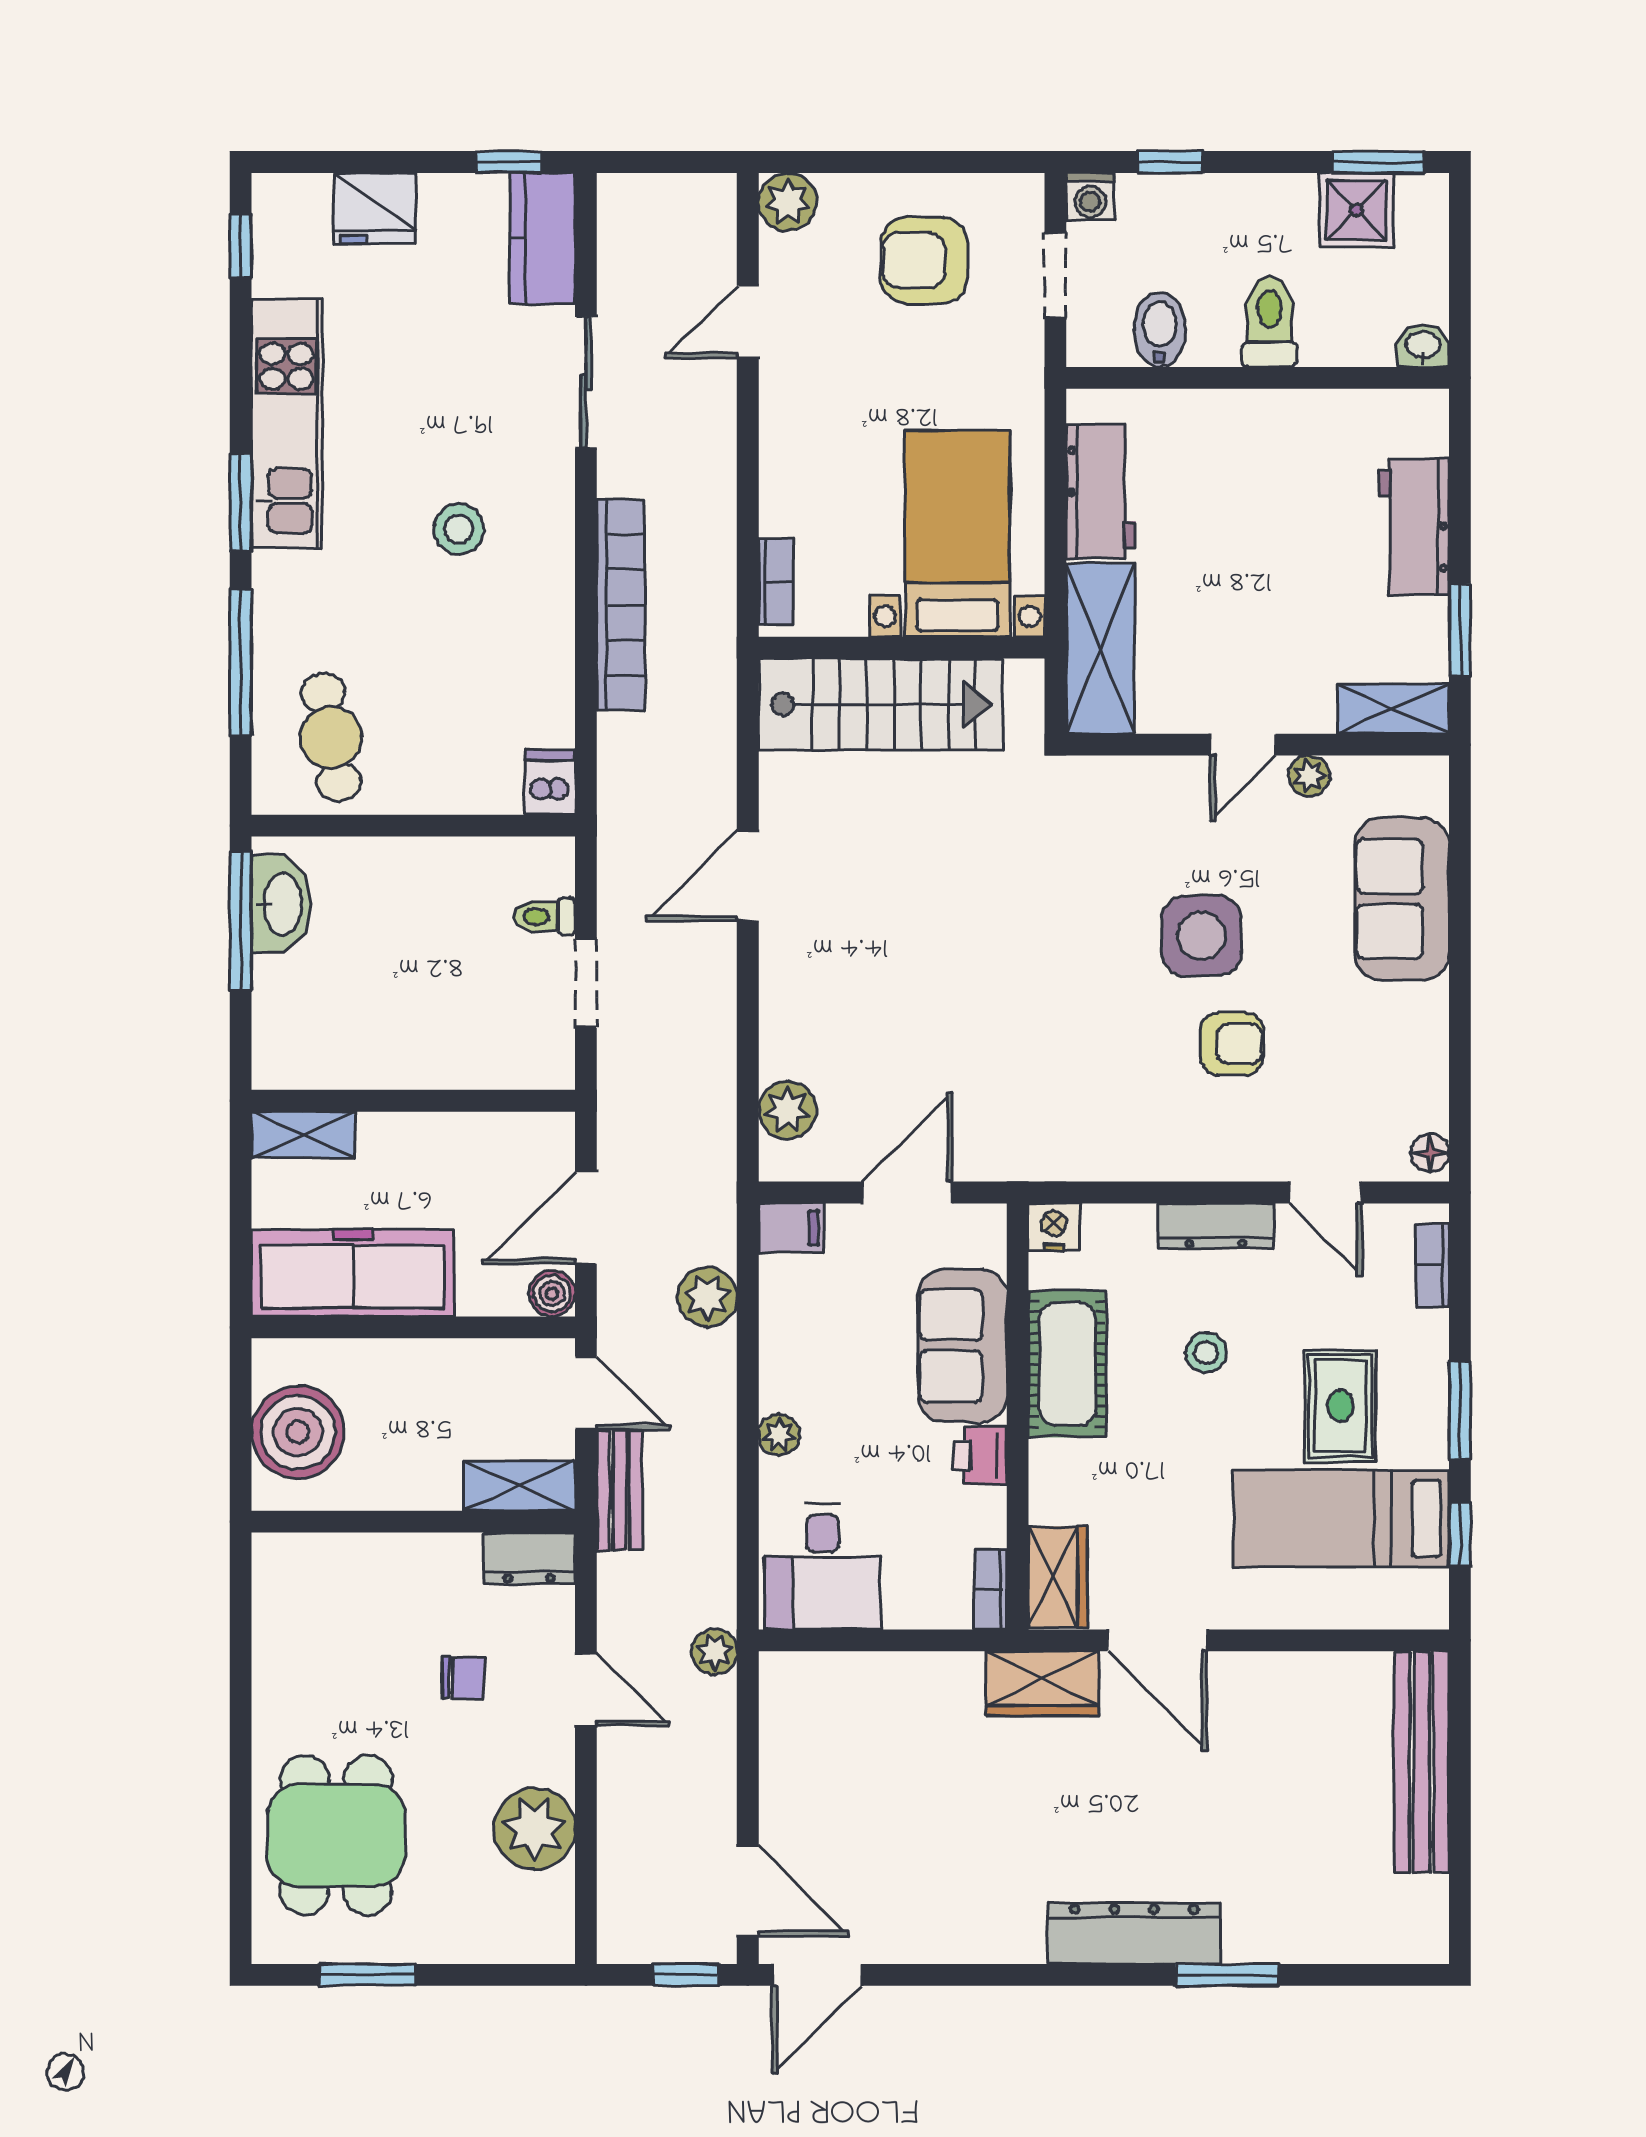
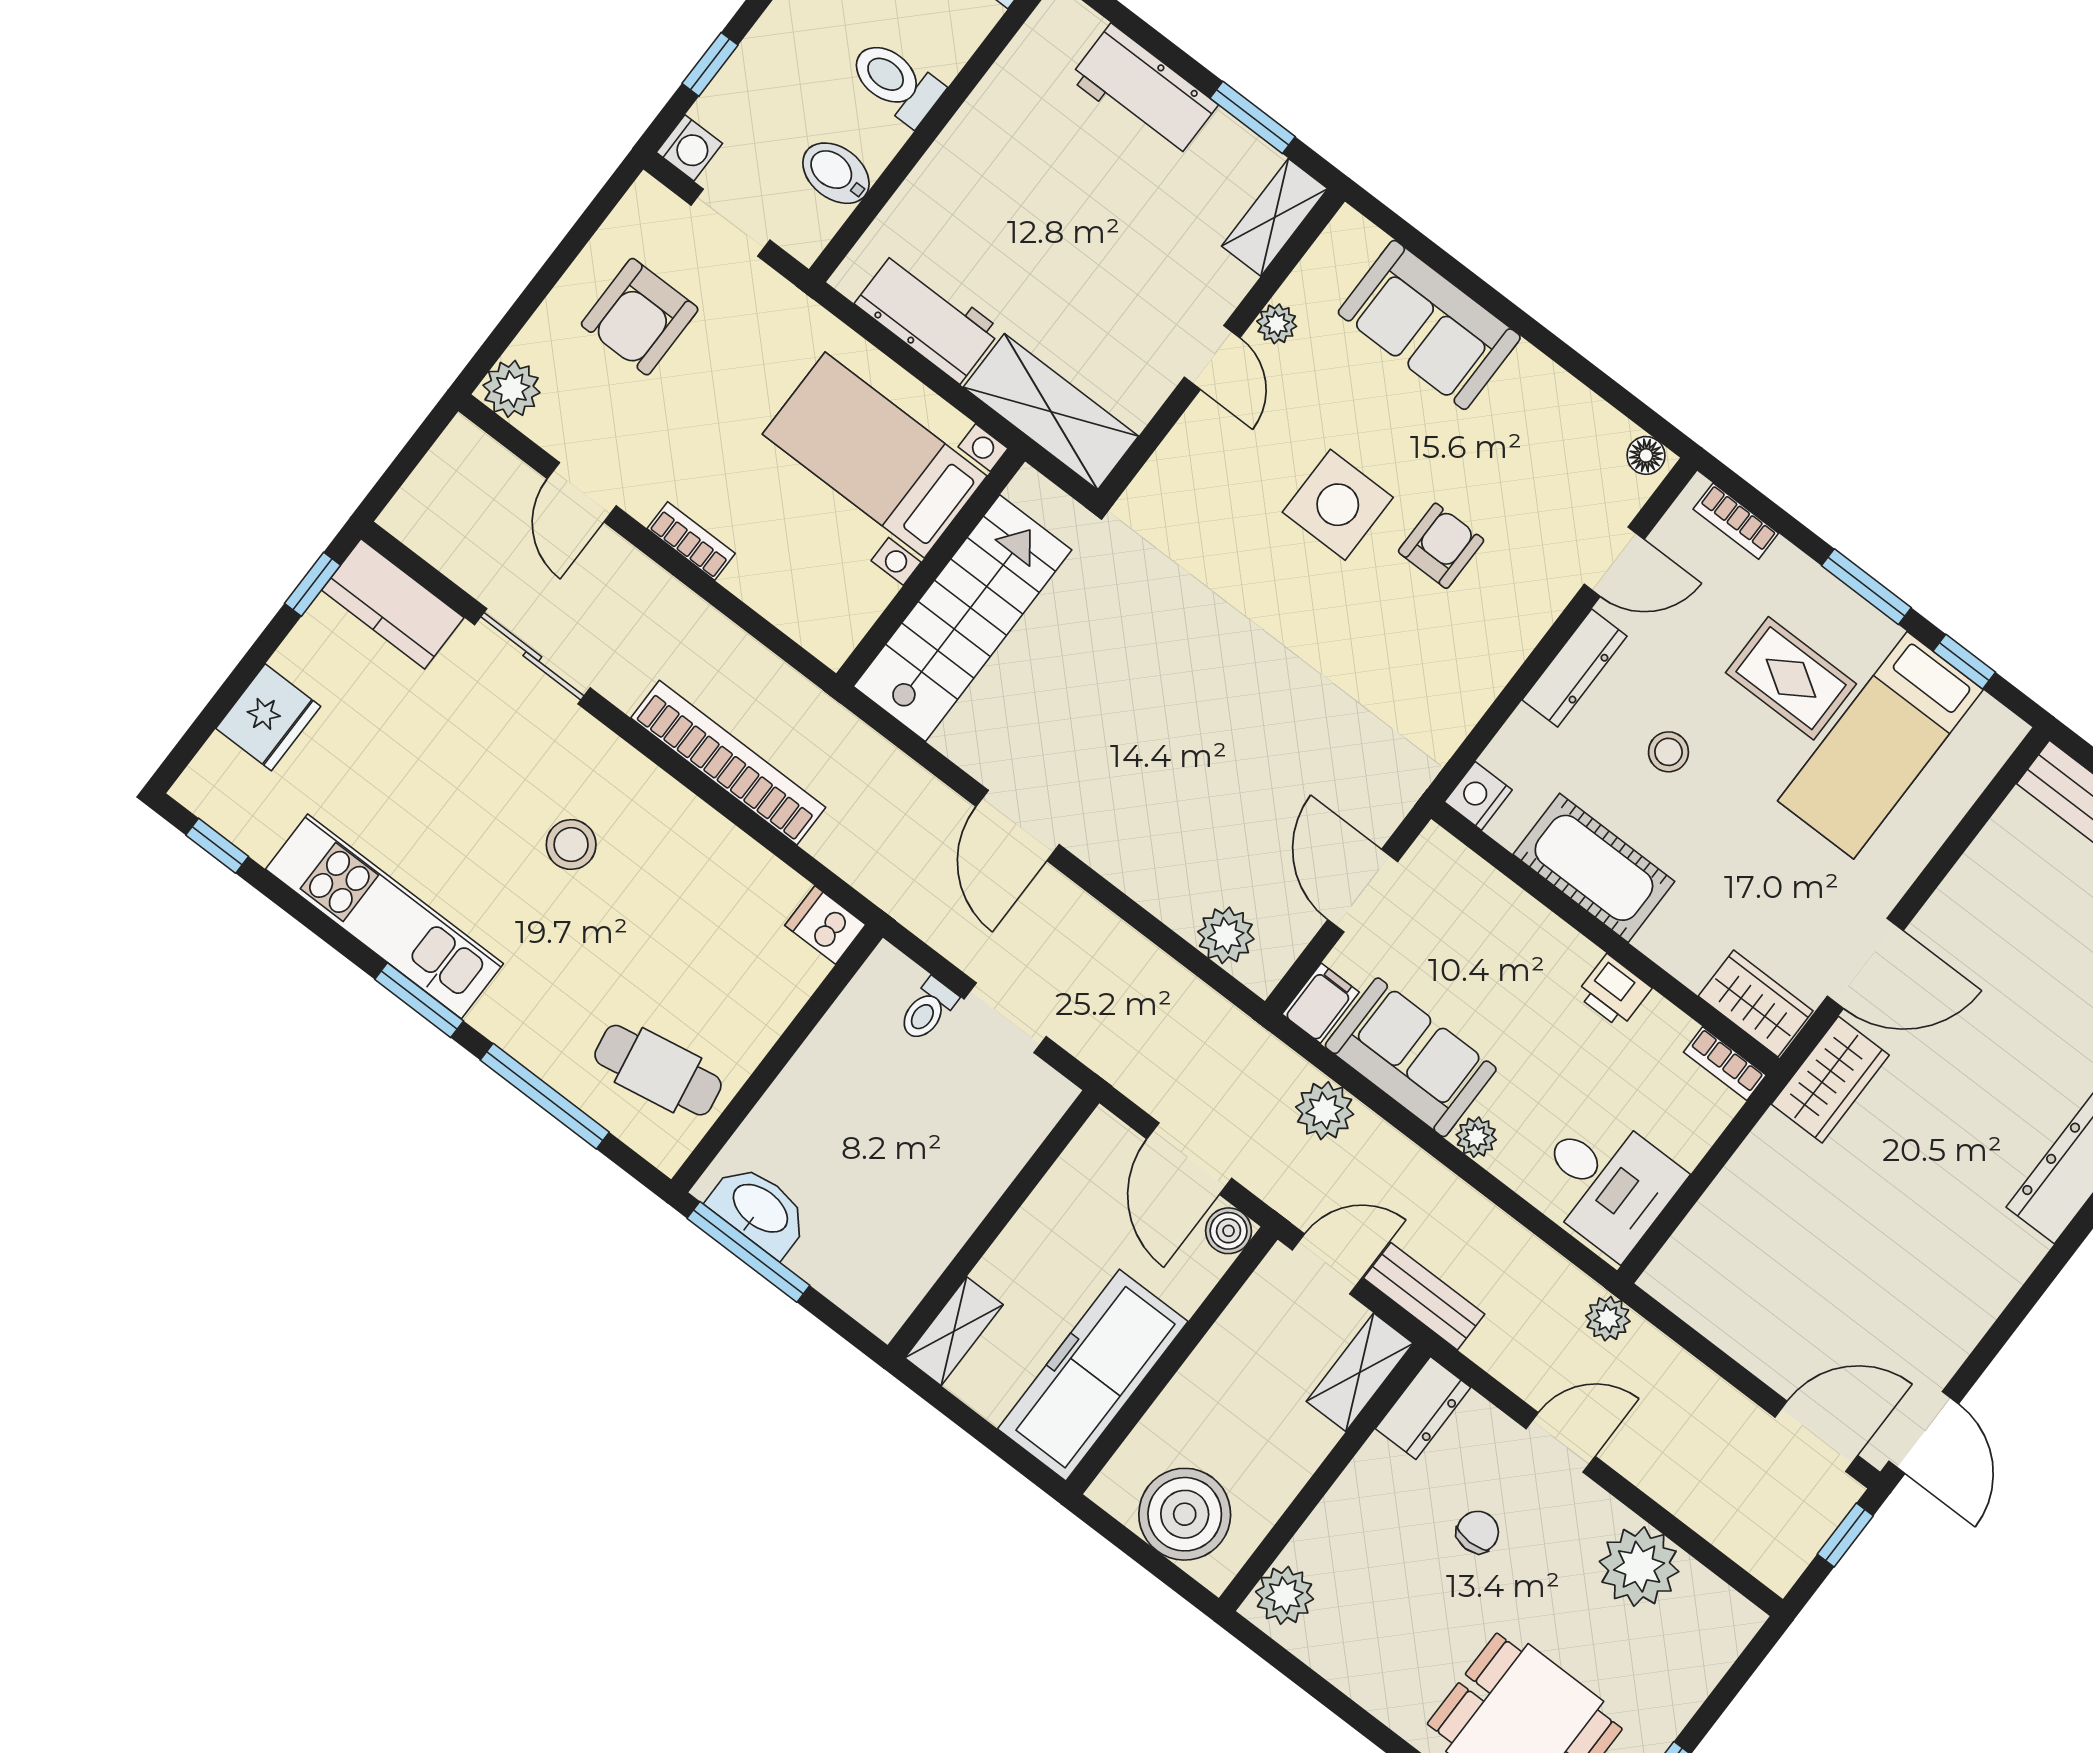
bookcase: (776, 582) -> (691, 541), moved
sofa: (962, 1346) -> (1411, 1057), moved, turned 180
plant: (294, 1562) -> (1285, 1595), added

